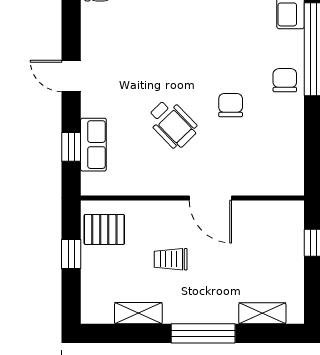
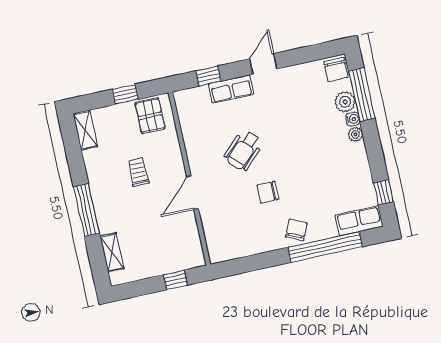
chair: (285, 80) -> (296, 230), turned -65
chair: (231, 105) -> (268, 192), turned 180
row of seats: (93, 145) -> (231, 89), moved
shelving: (138, 313) -> (85, 130), moved

